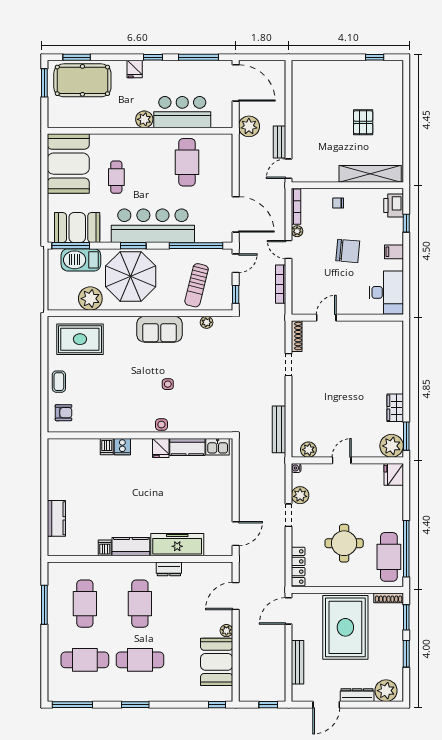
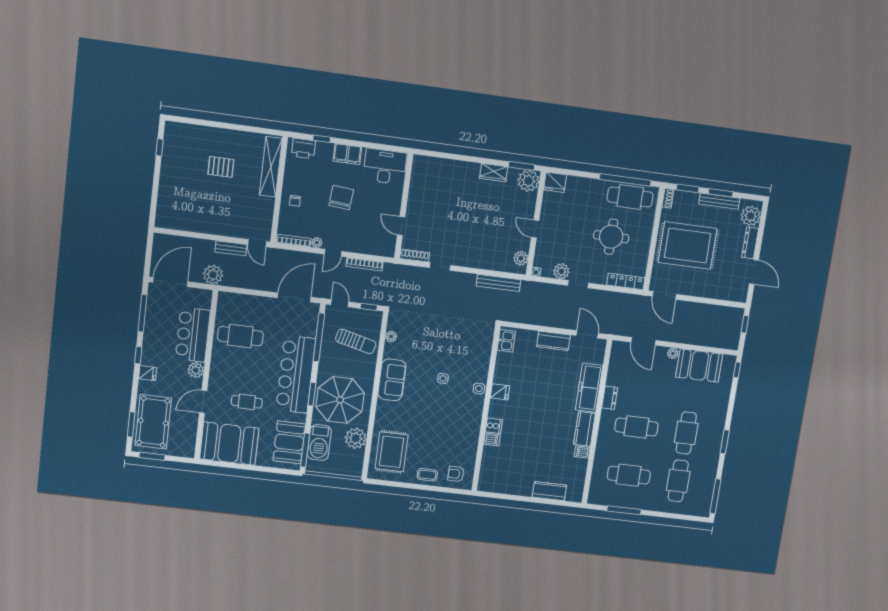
door: (111, 131) -> (203, 402), added
filing cabinet: (394, 252) -> (347, 154), width x2.00
armchair: (64, 413) -> (456, 474), turned -90
kitchen counter: (187, 447) -> (553, 341), moved, turned 90
shoe rack: (389, 598) -> (668, 198), width x0.70
bench: (298, 662) -> (719, 201), moved

